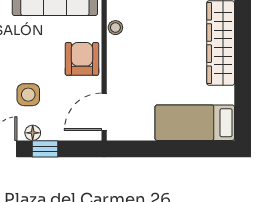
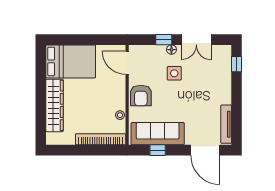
door: (104, 112) -> (127, 63), swing flipped
bed: (195, 123) -> (71, 61), width x1.50

